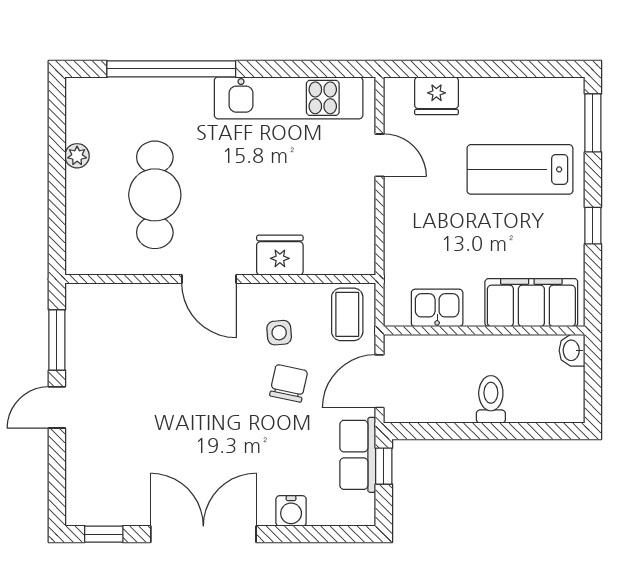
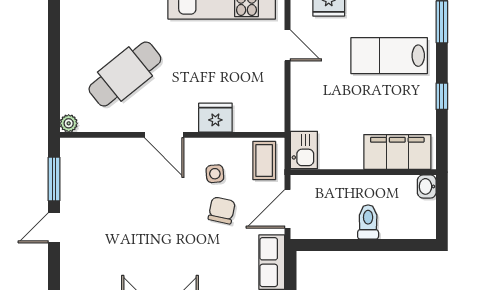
plant: (77, 156) -> (69, 123), moved
cafe table: (155, 195) -> (125, 74), turned 51
kitchen sink: (437, 308) -> (304, 150), moved, turned 90
window: (384, 466) -> (291, 270), removed

